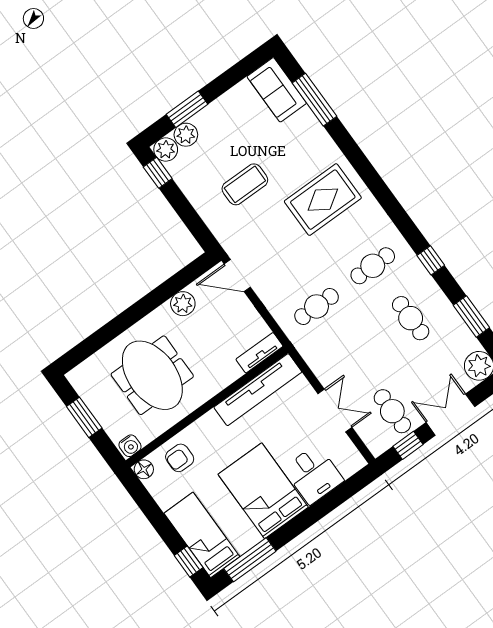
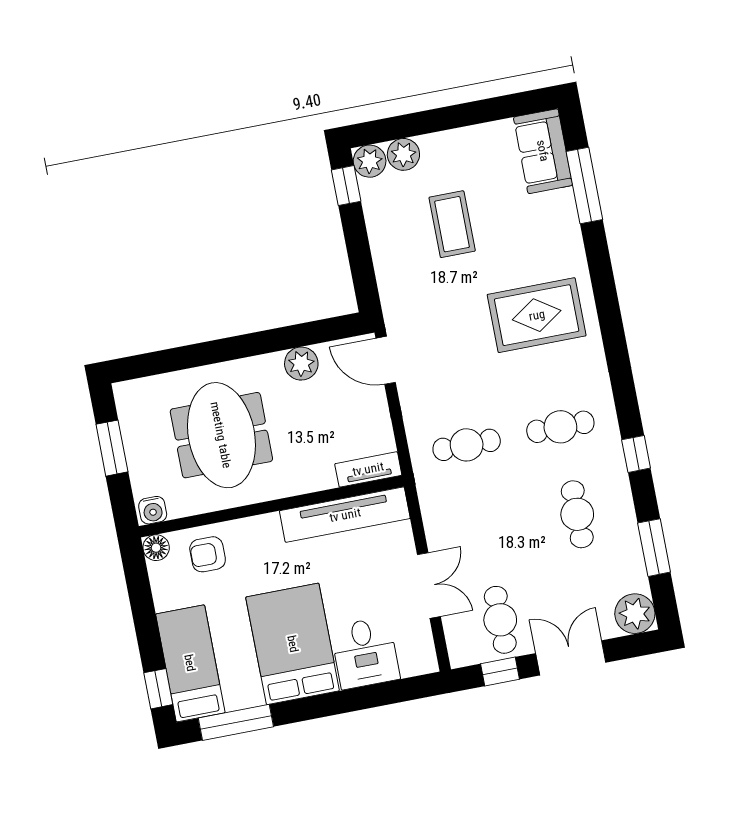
window: (187, 109) -> (420, 123), removed
coffee table: (245, 184) -> (452, 224), moved, turned 90

